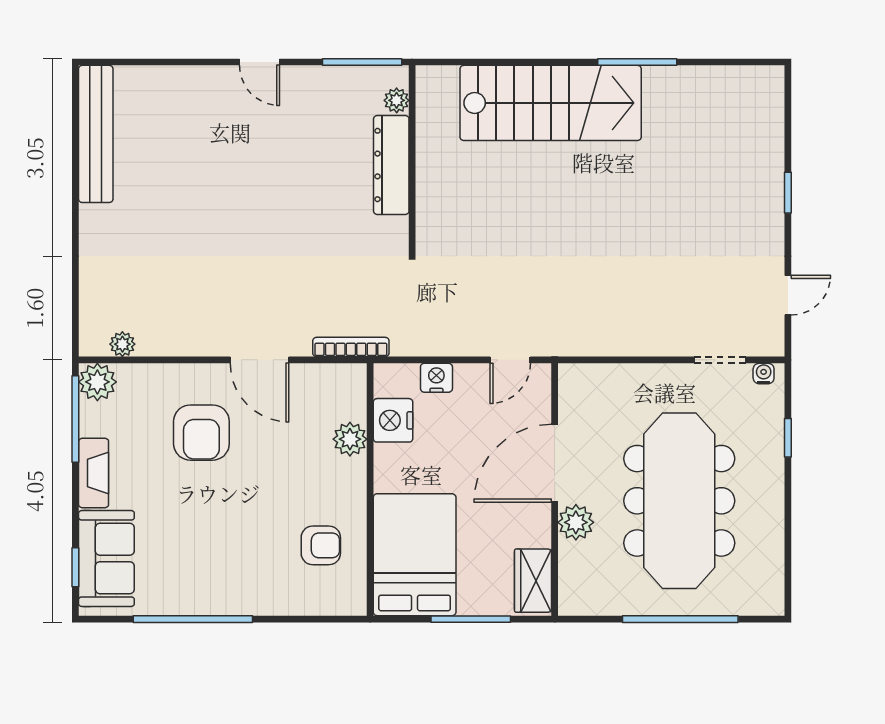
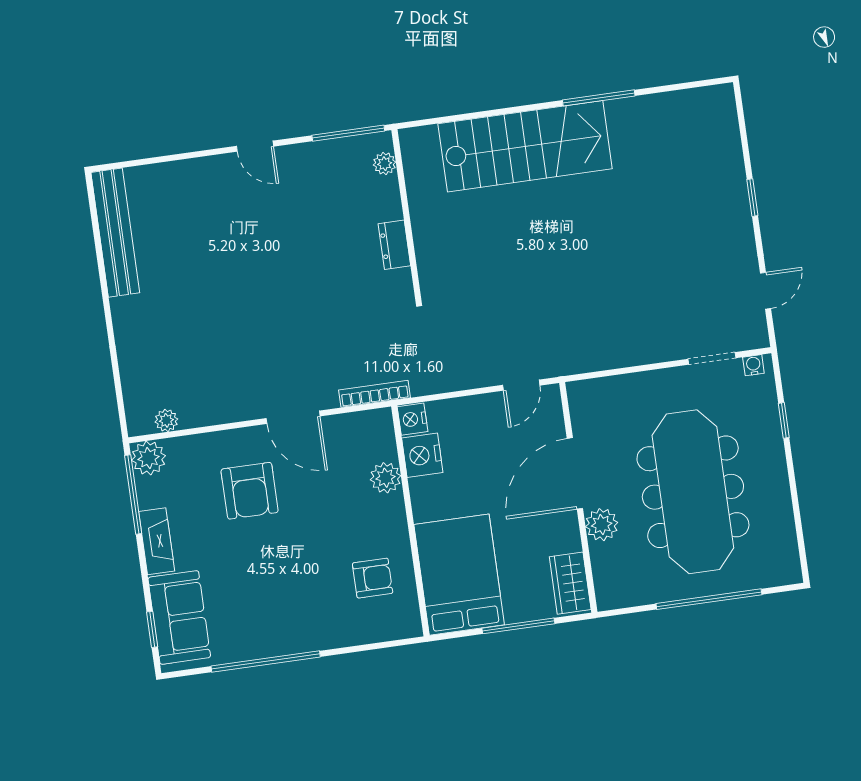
dresser: (391, 165) -> (394, 245), width x0.51, depth x0.80
nightstand: (436, 378) -> (413, 419), moved, turned -90

